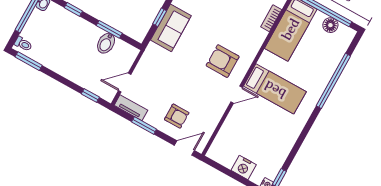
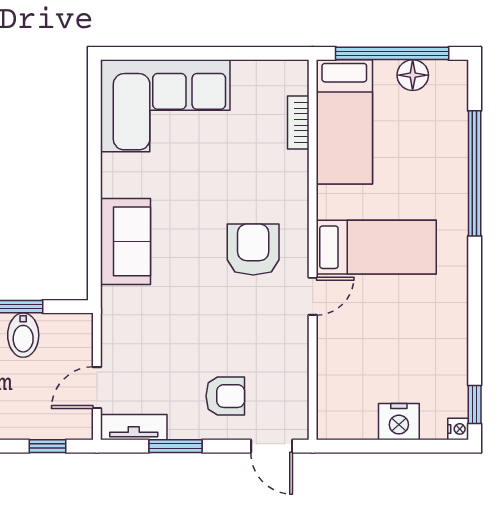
window: (160, 17) -> (94, 234), removed
armchair: (223, 61) -> (253, 250), turned 90
door: (184, 148) -> (272, 446), swing flipped

